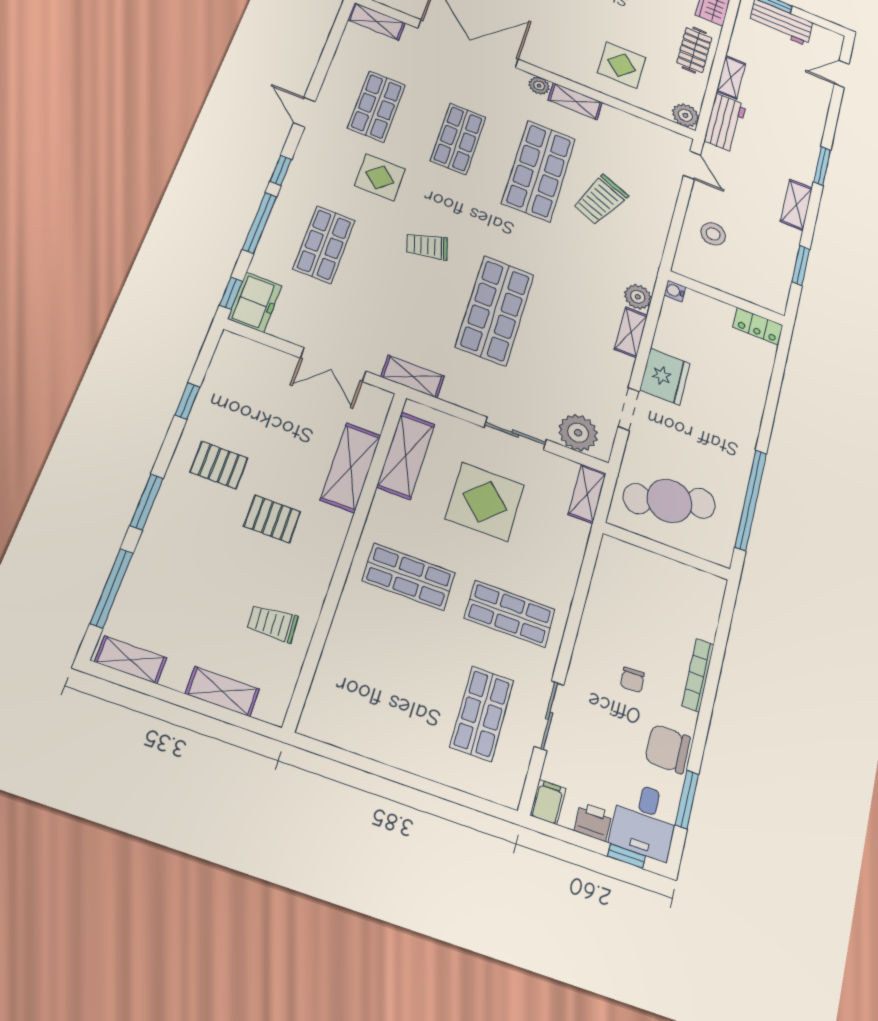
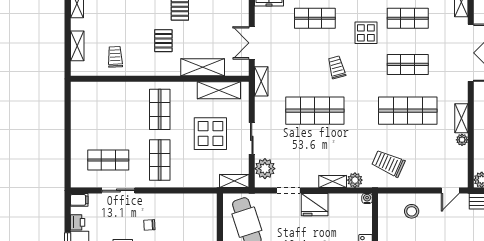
plant: (539, 86) -> (462, 140), moved
trolley: (600, 200) -> (388, 163), moved

